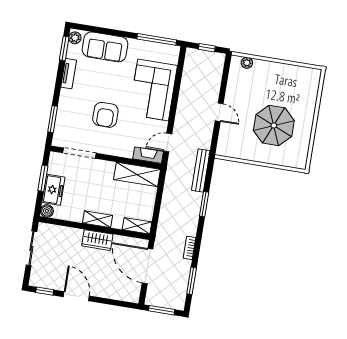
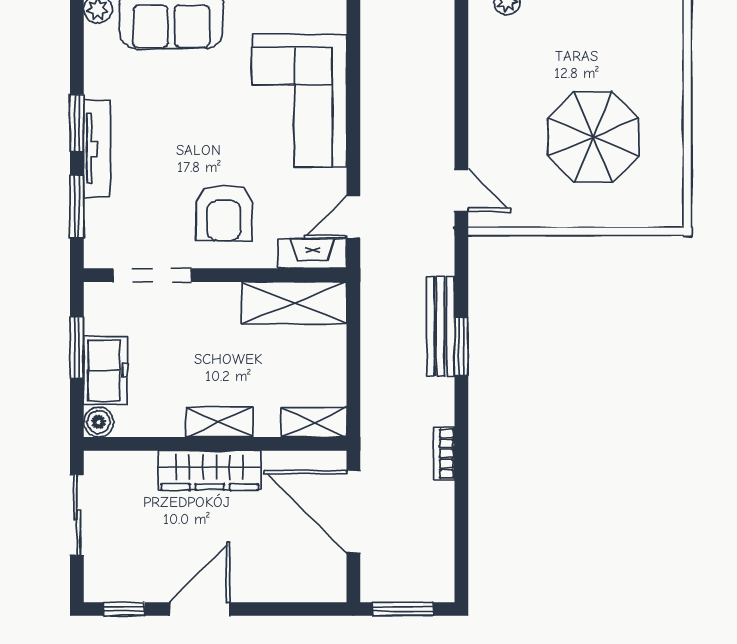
window: (64, 48) -> (77, 123), moved
tv unit: (69, 74) -> (97, 149), moved, width x1.41
door: (219, 112) -> (461, 190), moved
armchair: (105, 115) -> (224, 213), moved
bench: (201, 170) -> (441, 326), moved
wardrobe: (97, 240) -> (210, 470), width x1.50
window: (192, 281) -> (461, 529), removed
door: (76, 296) -> (199, 609), hinge flipped

